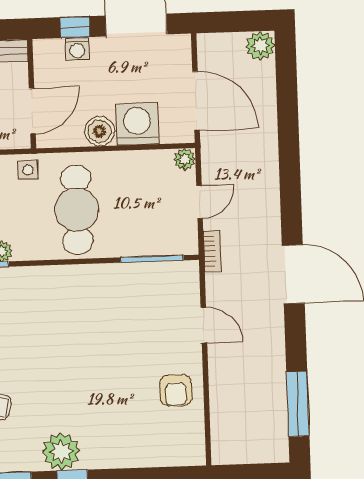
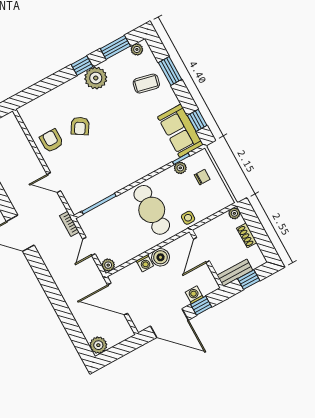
washing machine: (137, 124) -> (145, 263), width x0.53, depth x0.53
armchair: (121, 391) -> (80, 126), added

